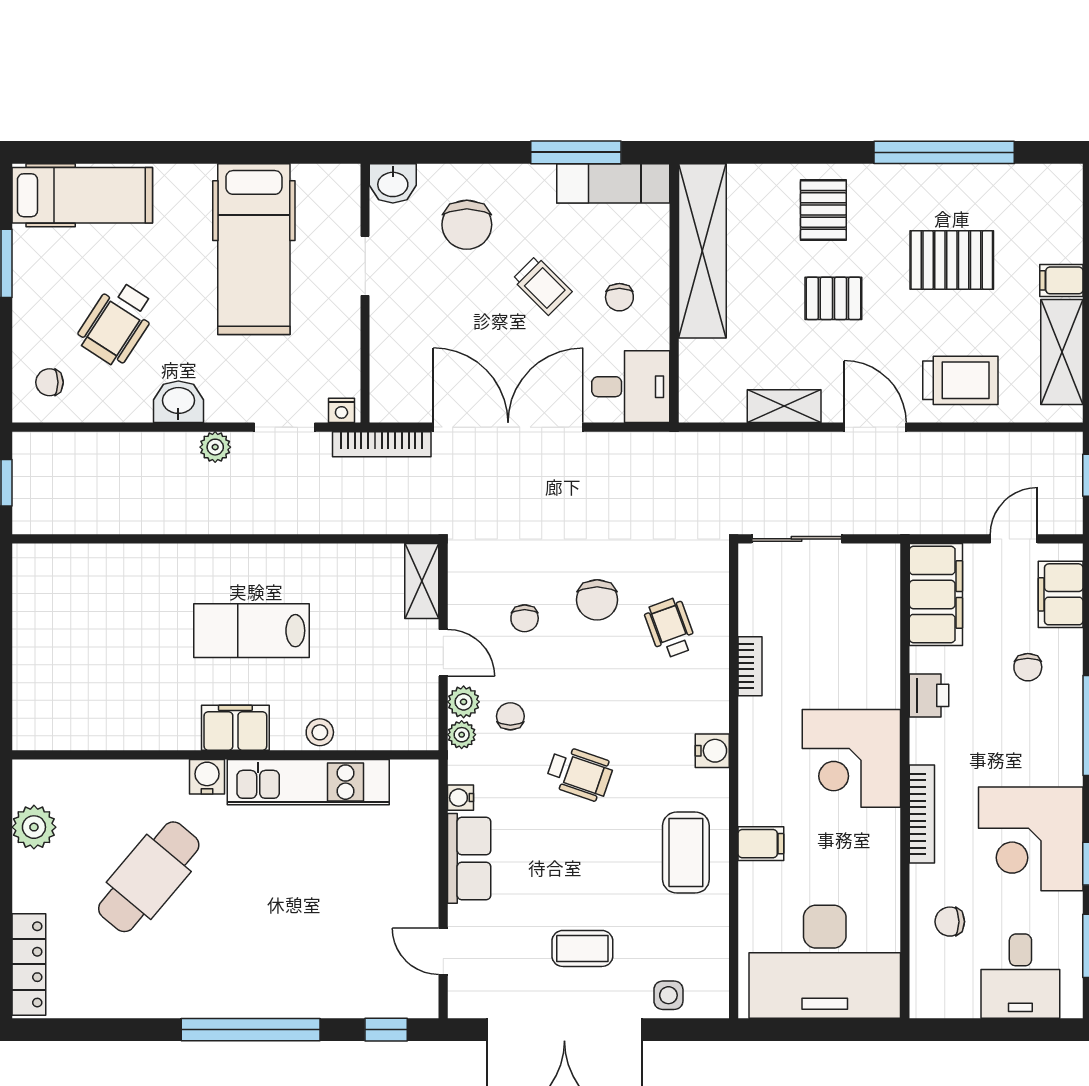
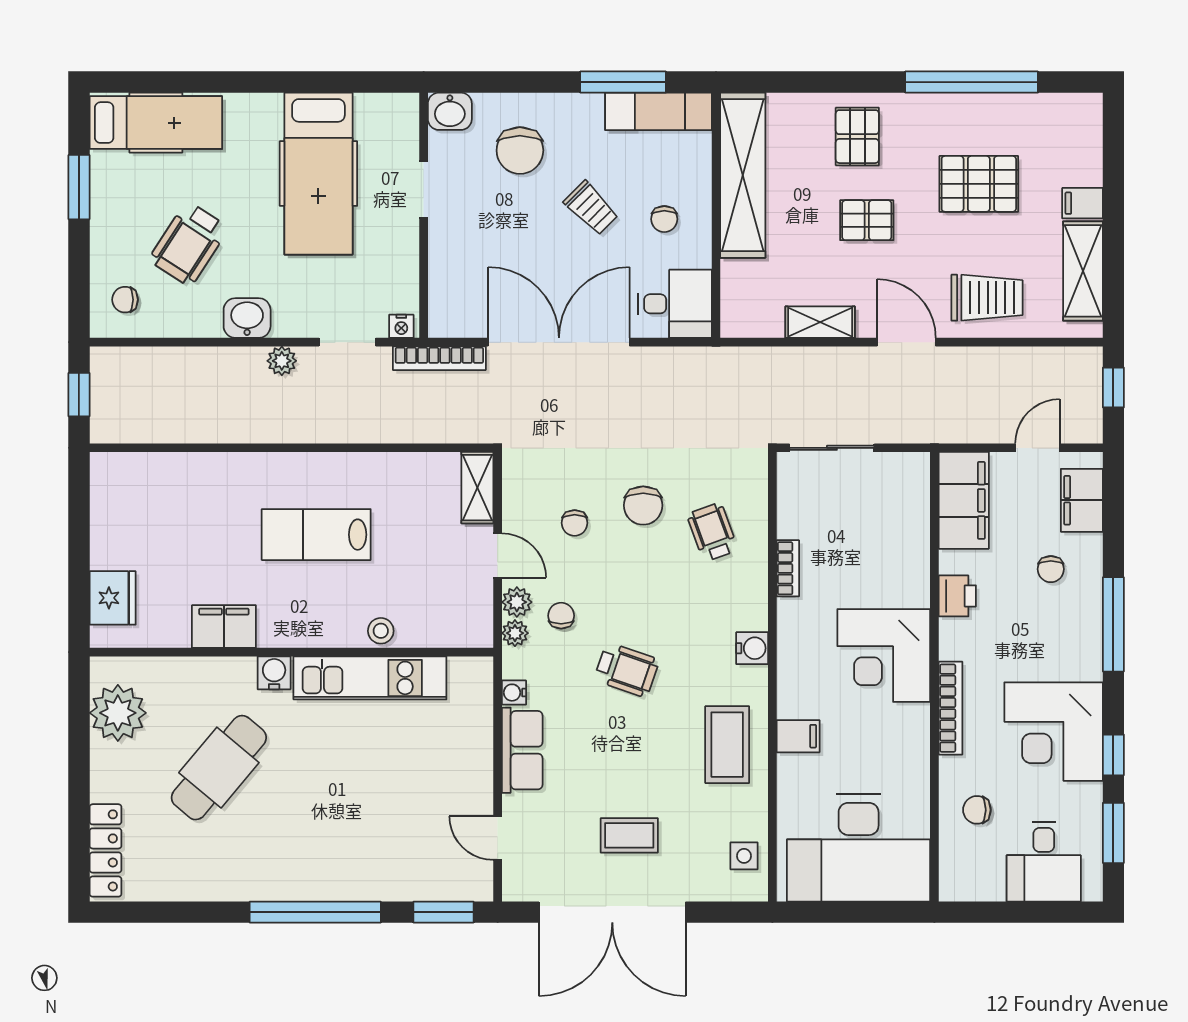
fridge: (36, 698) -> (113, 598), added
filing cabinet: (235, 728) -> (224, 627), moved
plant: (34, 827) -> (118, 713), width x1.36, depth x1.36
side table: (668, 995) -> (744, 856), moved
window: (386, 1030) -> (443, 912), width x1.50

